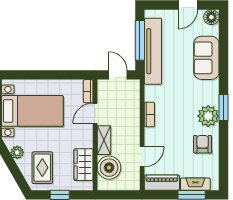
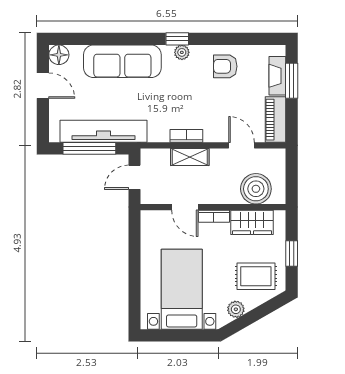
sofa: (206, 58) -> (122, 61), width x1.36
bookcase: (88, 91) -> (214, 216), moved
window: (223, 108) -> (177, 39), width x0.67
plant: (208, 116) -> (182, 52), width x0.53, depth x0.53
shelving: (104, 140) -> (190, 157), moved

